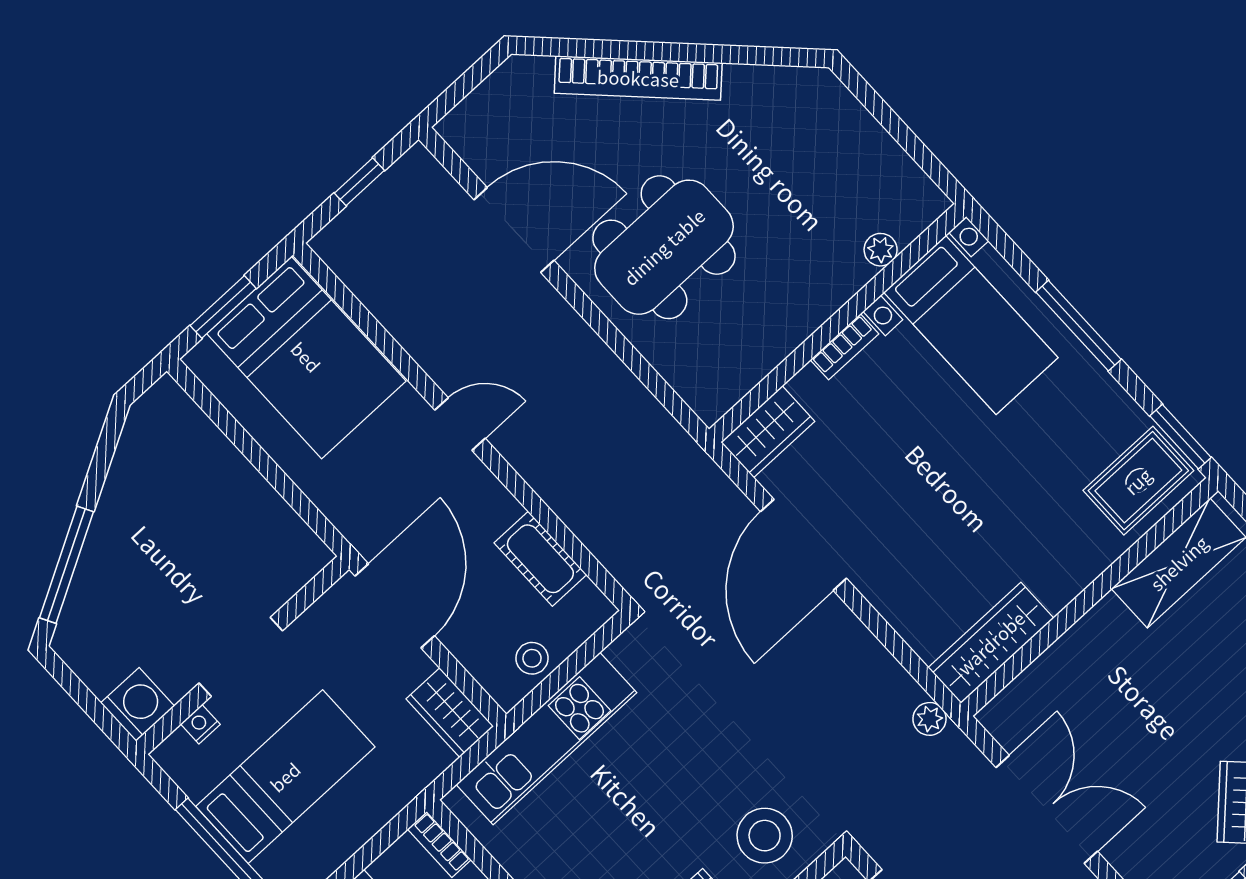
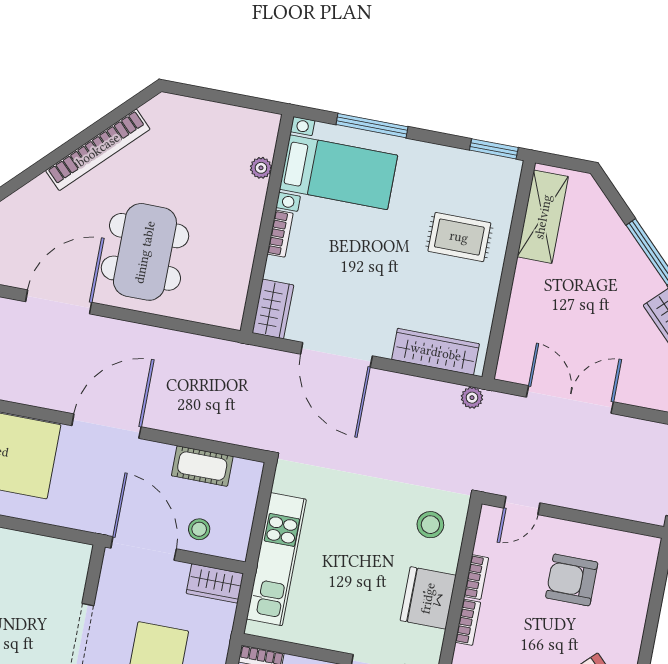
bookcase: (638, 78) -> (98, 150), moved
window: (1078, 326) -> (372, 126), moved
door: (460, 424) -> (106, 426), width x1.88
rug: (1138, 481) -> (459, 237), moved, turned 90
wardrobe: (991, 643) -> (436, 352), moved, turned 90
stool: (532, 658) -> (199, 529), moved
stool: (765, 836) -> (430, 525), width x0.73, depth x0.73

